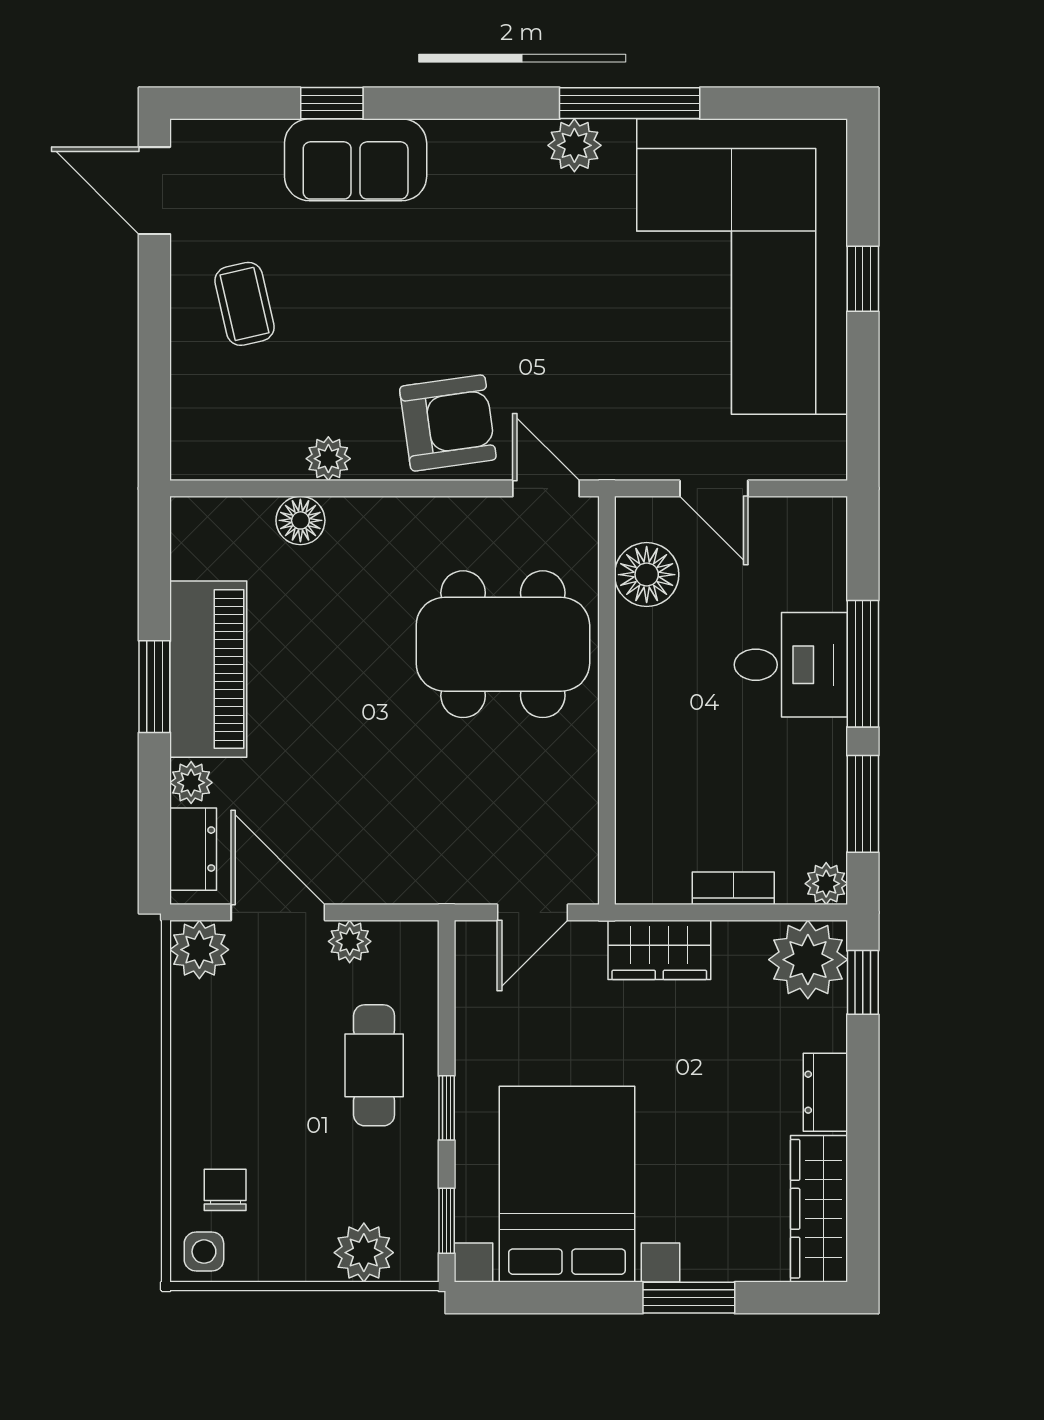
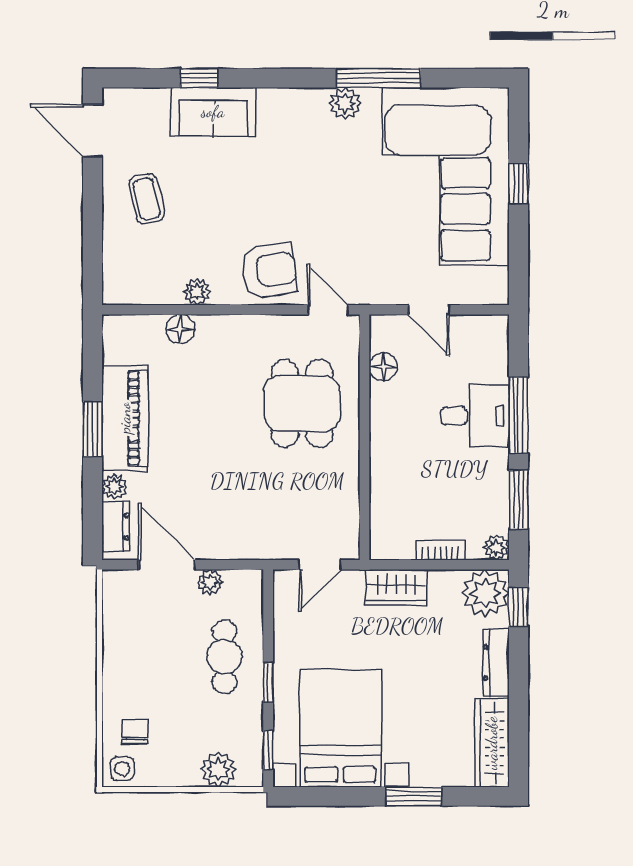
floor lamp: (647, 575) -> (383, 367), width x0.73, depth x0.73
dining table: (503, 644) -> (302, 403), width x0.73
plant: (199, 950) -> (119, 587), removed
dresser: (825, 1092) -> (496, 663), width x1.44

